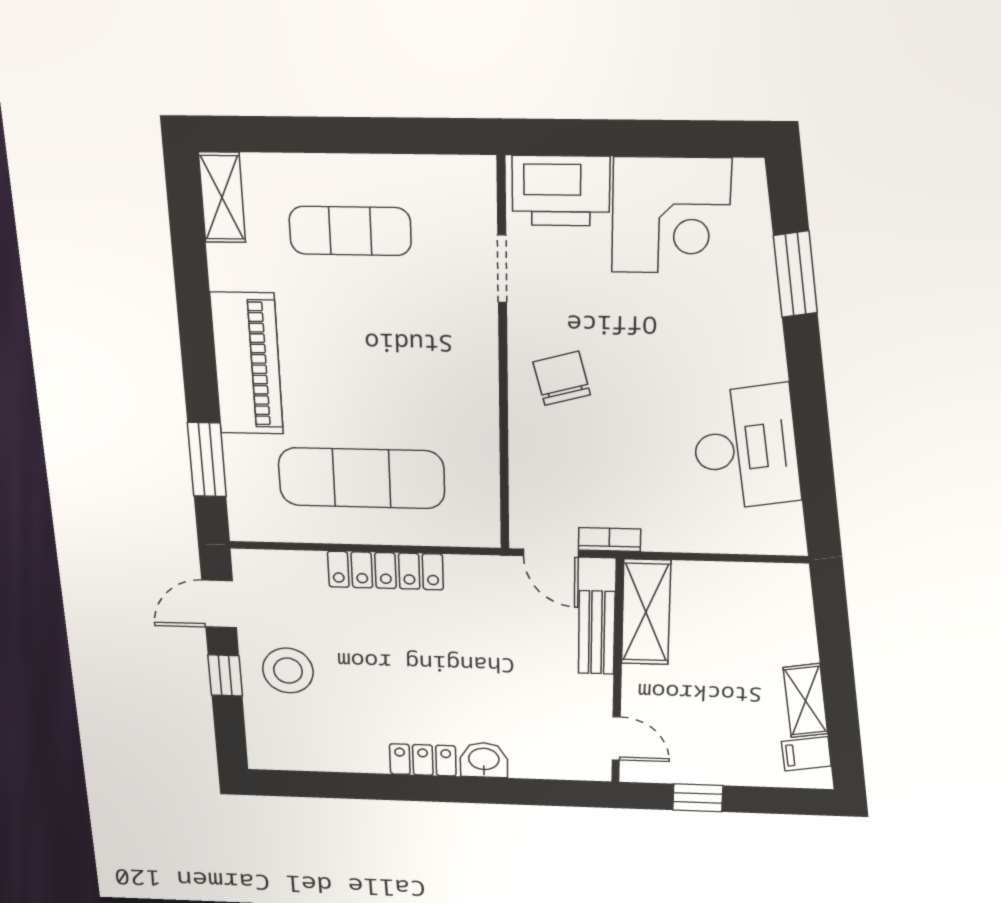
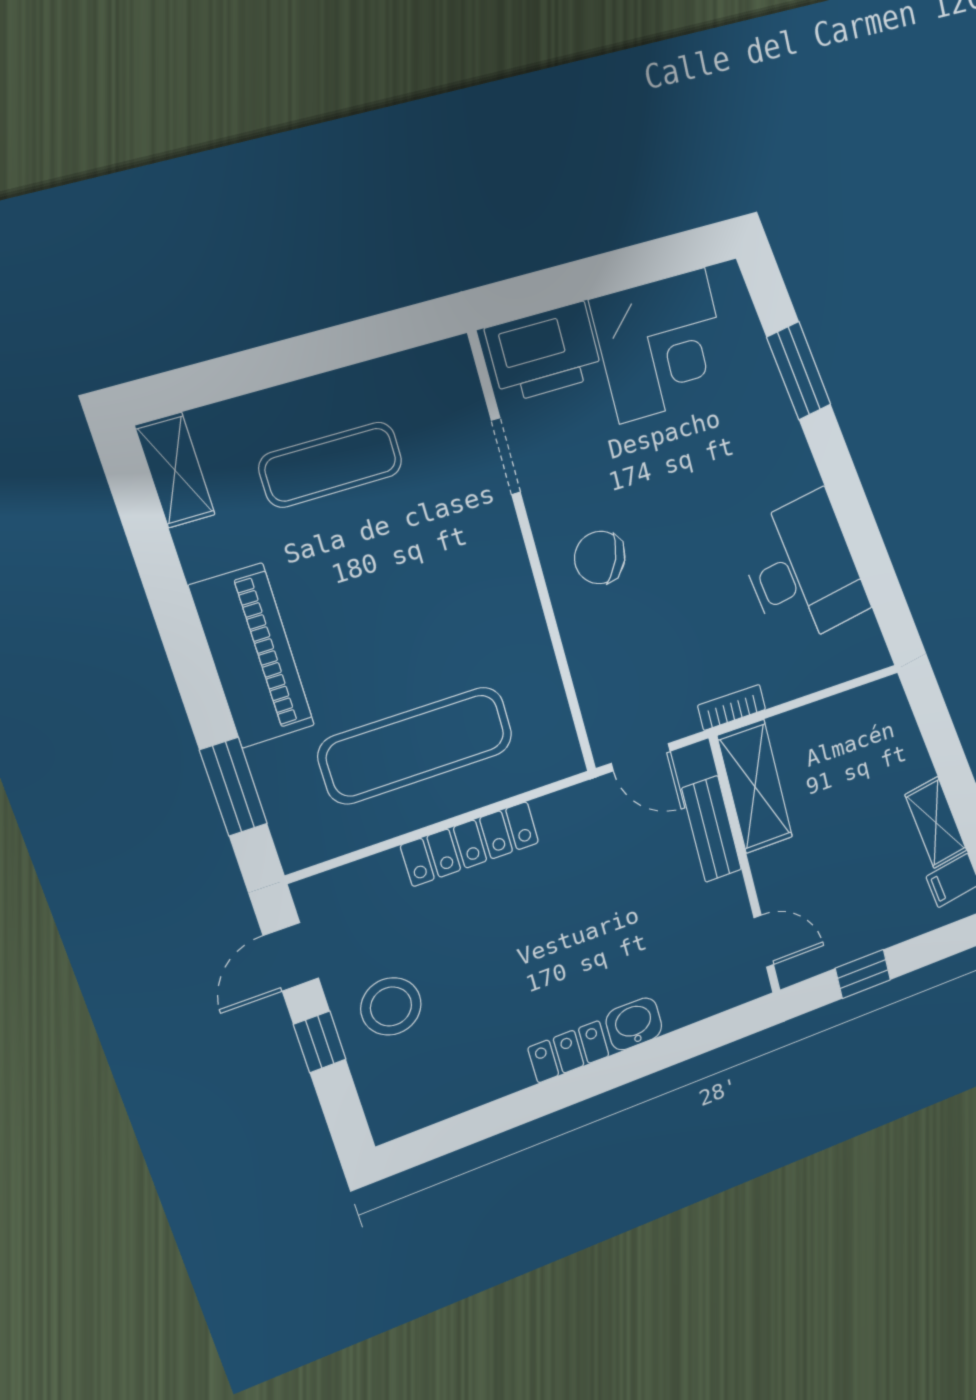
chair: (562, 378) -> (600, 558), turned -52
bookcase: (610, 540) -> (732, 707), moved

